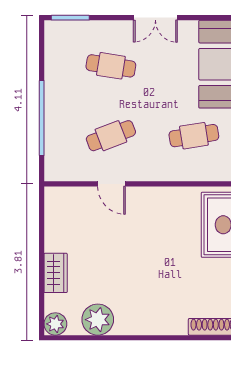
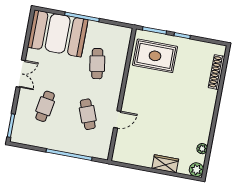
plant: (98, 320) -> (202, 149), width x0.53, depth x0.53

